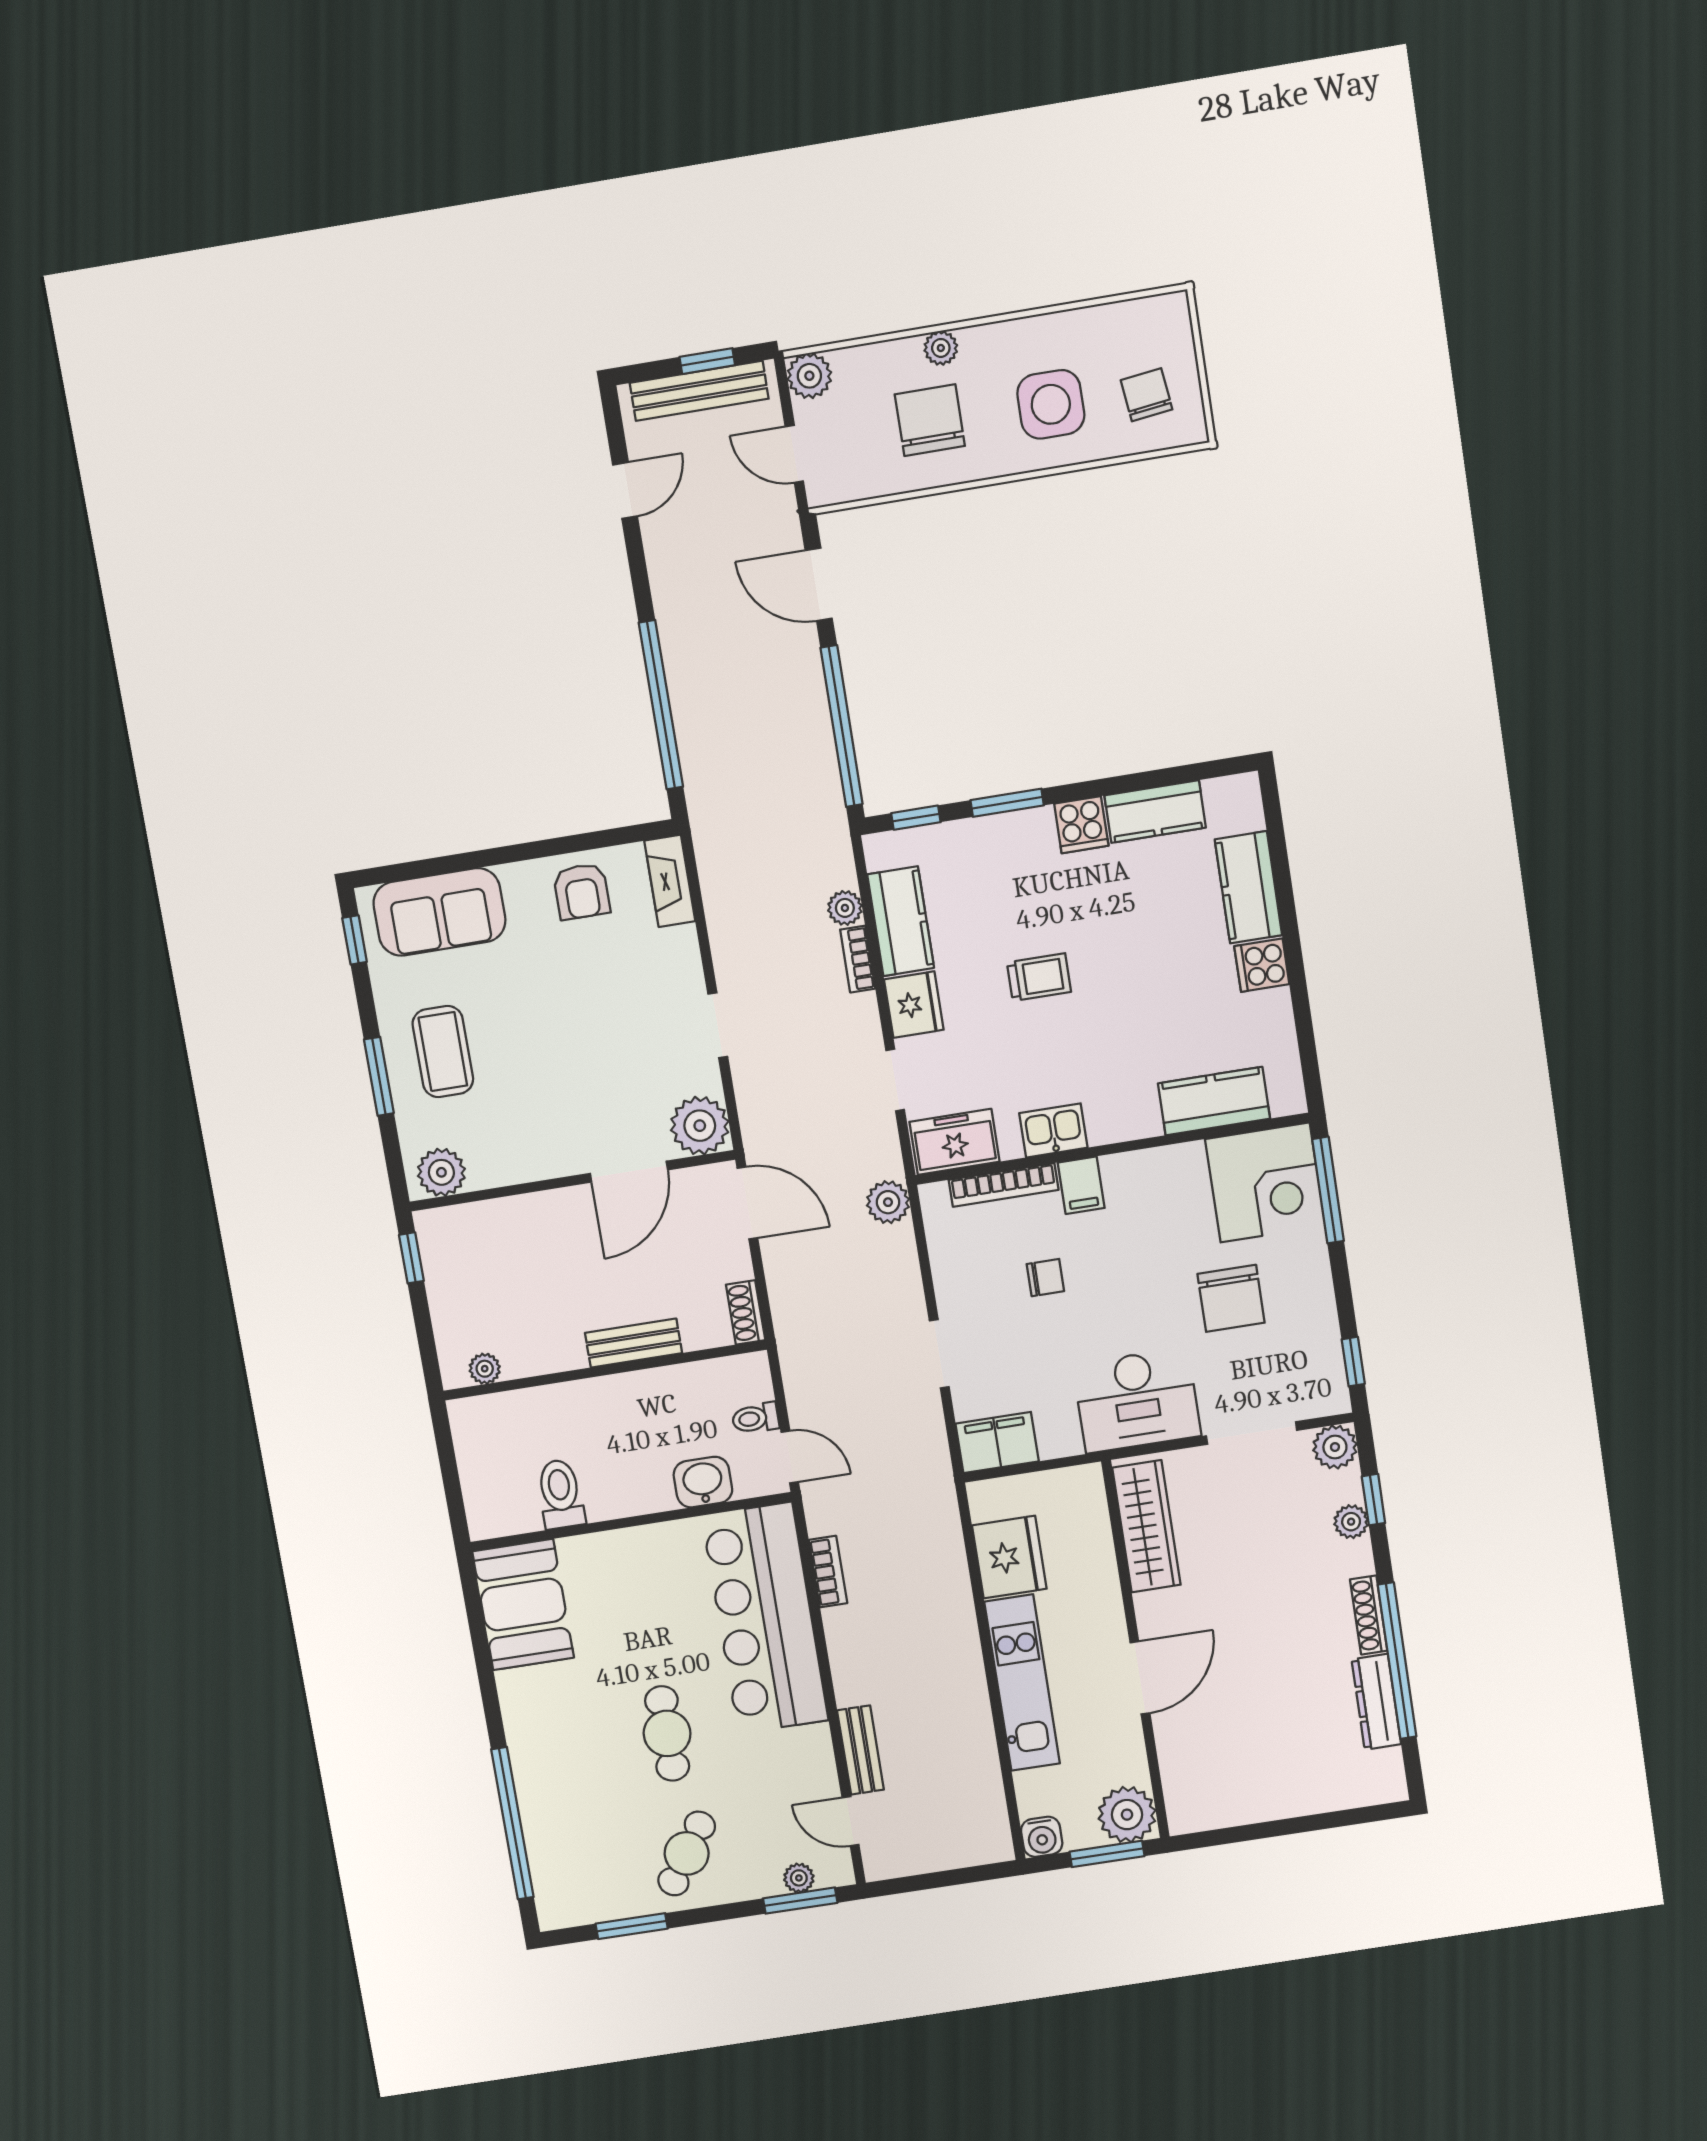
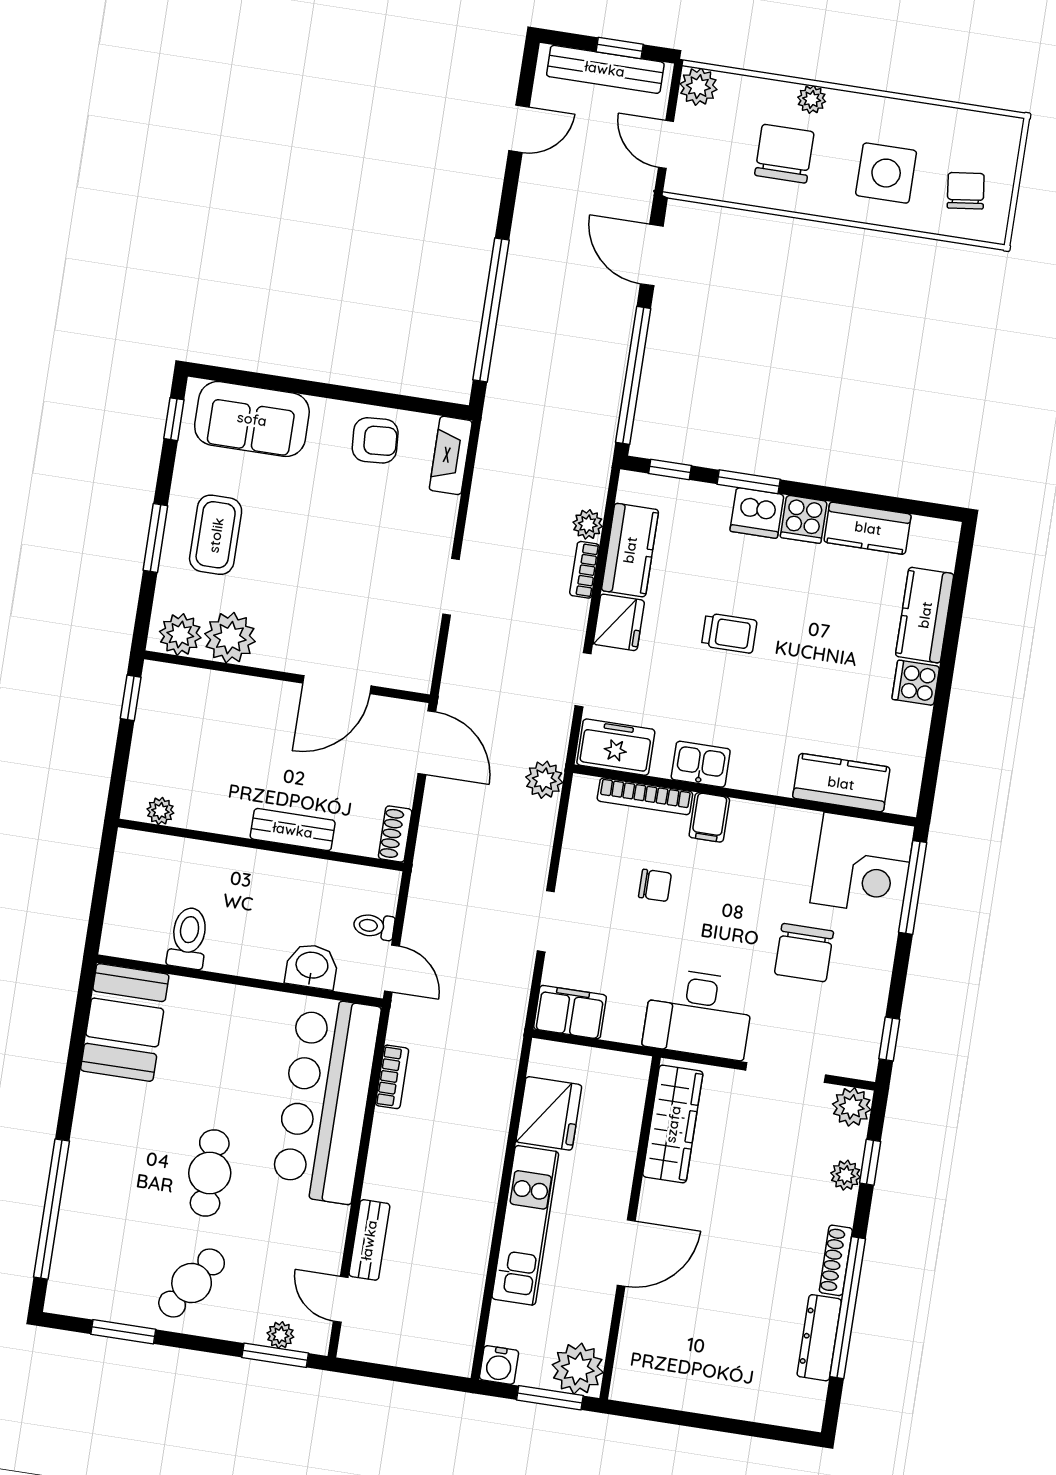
dishwasher: (1027, 834) -> (757, 513), added
armchair: (582, 891) -> (375, 440), turned -94
plant: (700, 1126) -> (230, 638), moved

